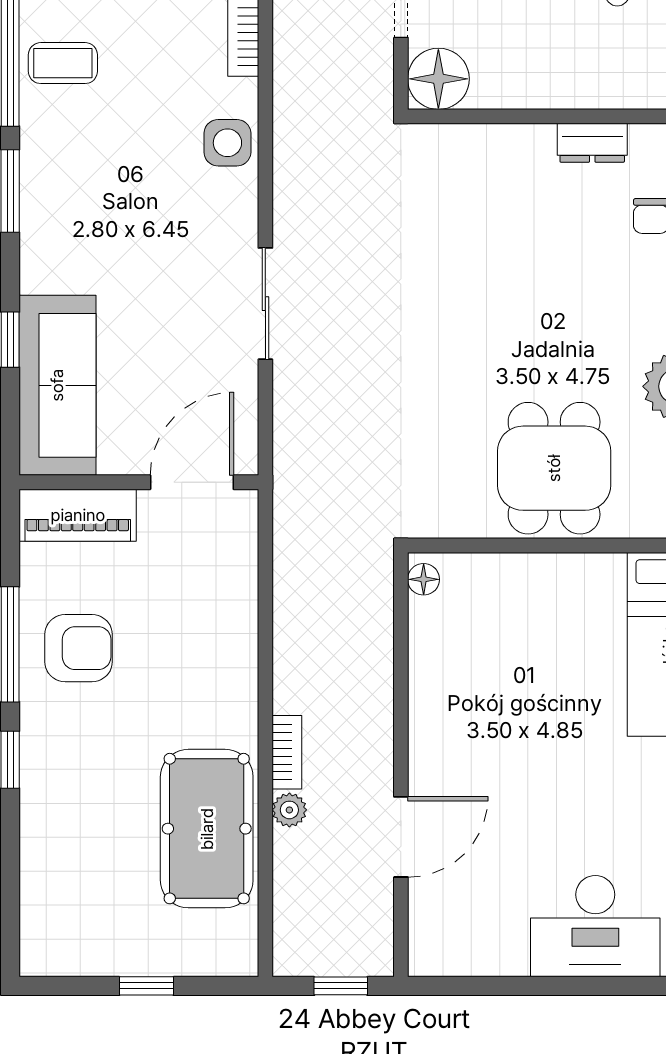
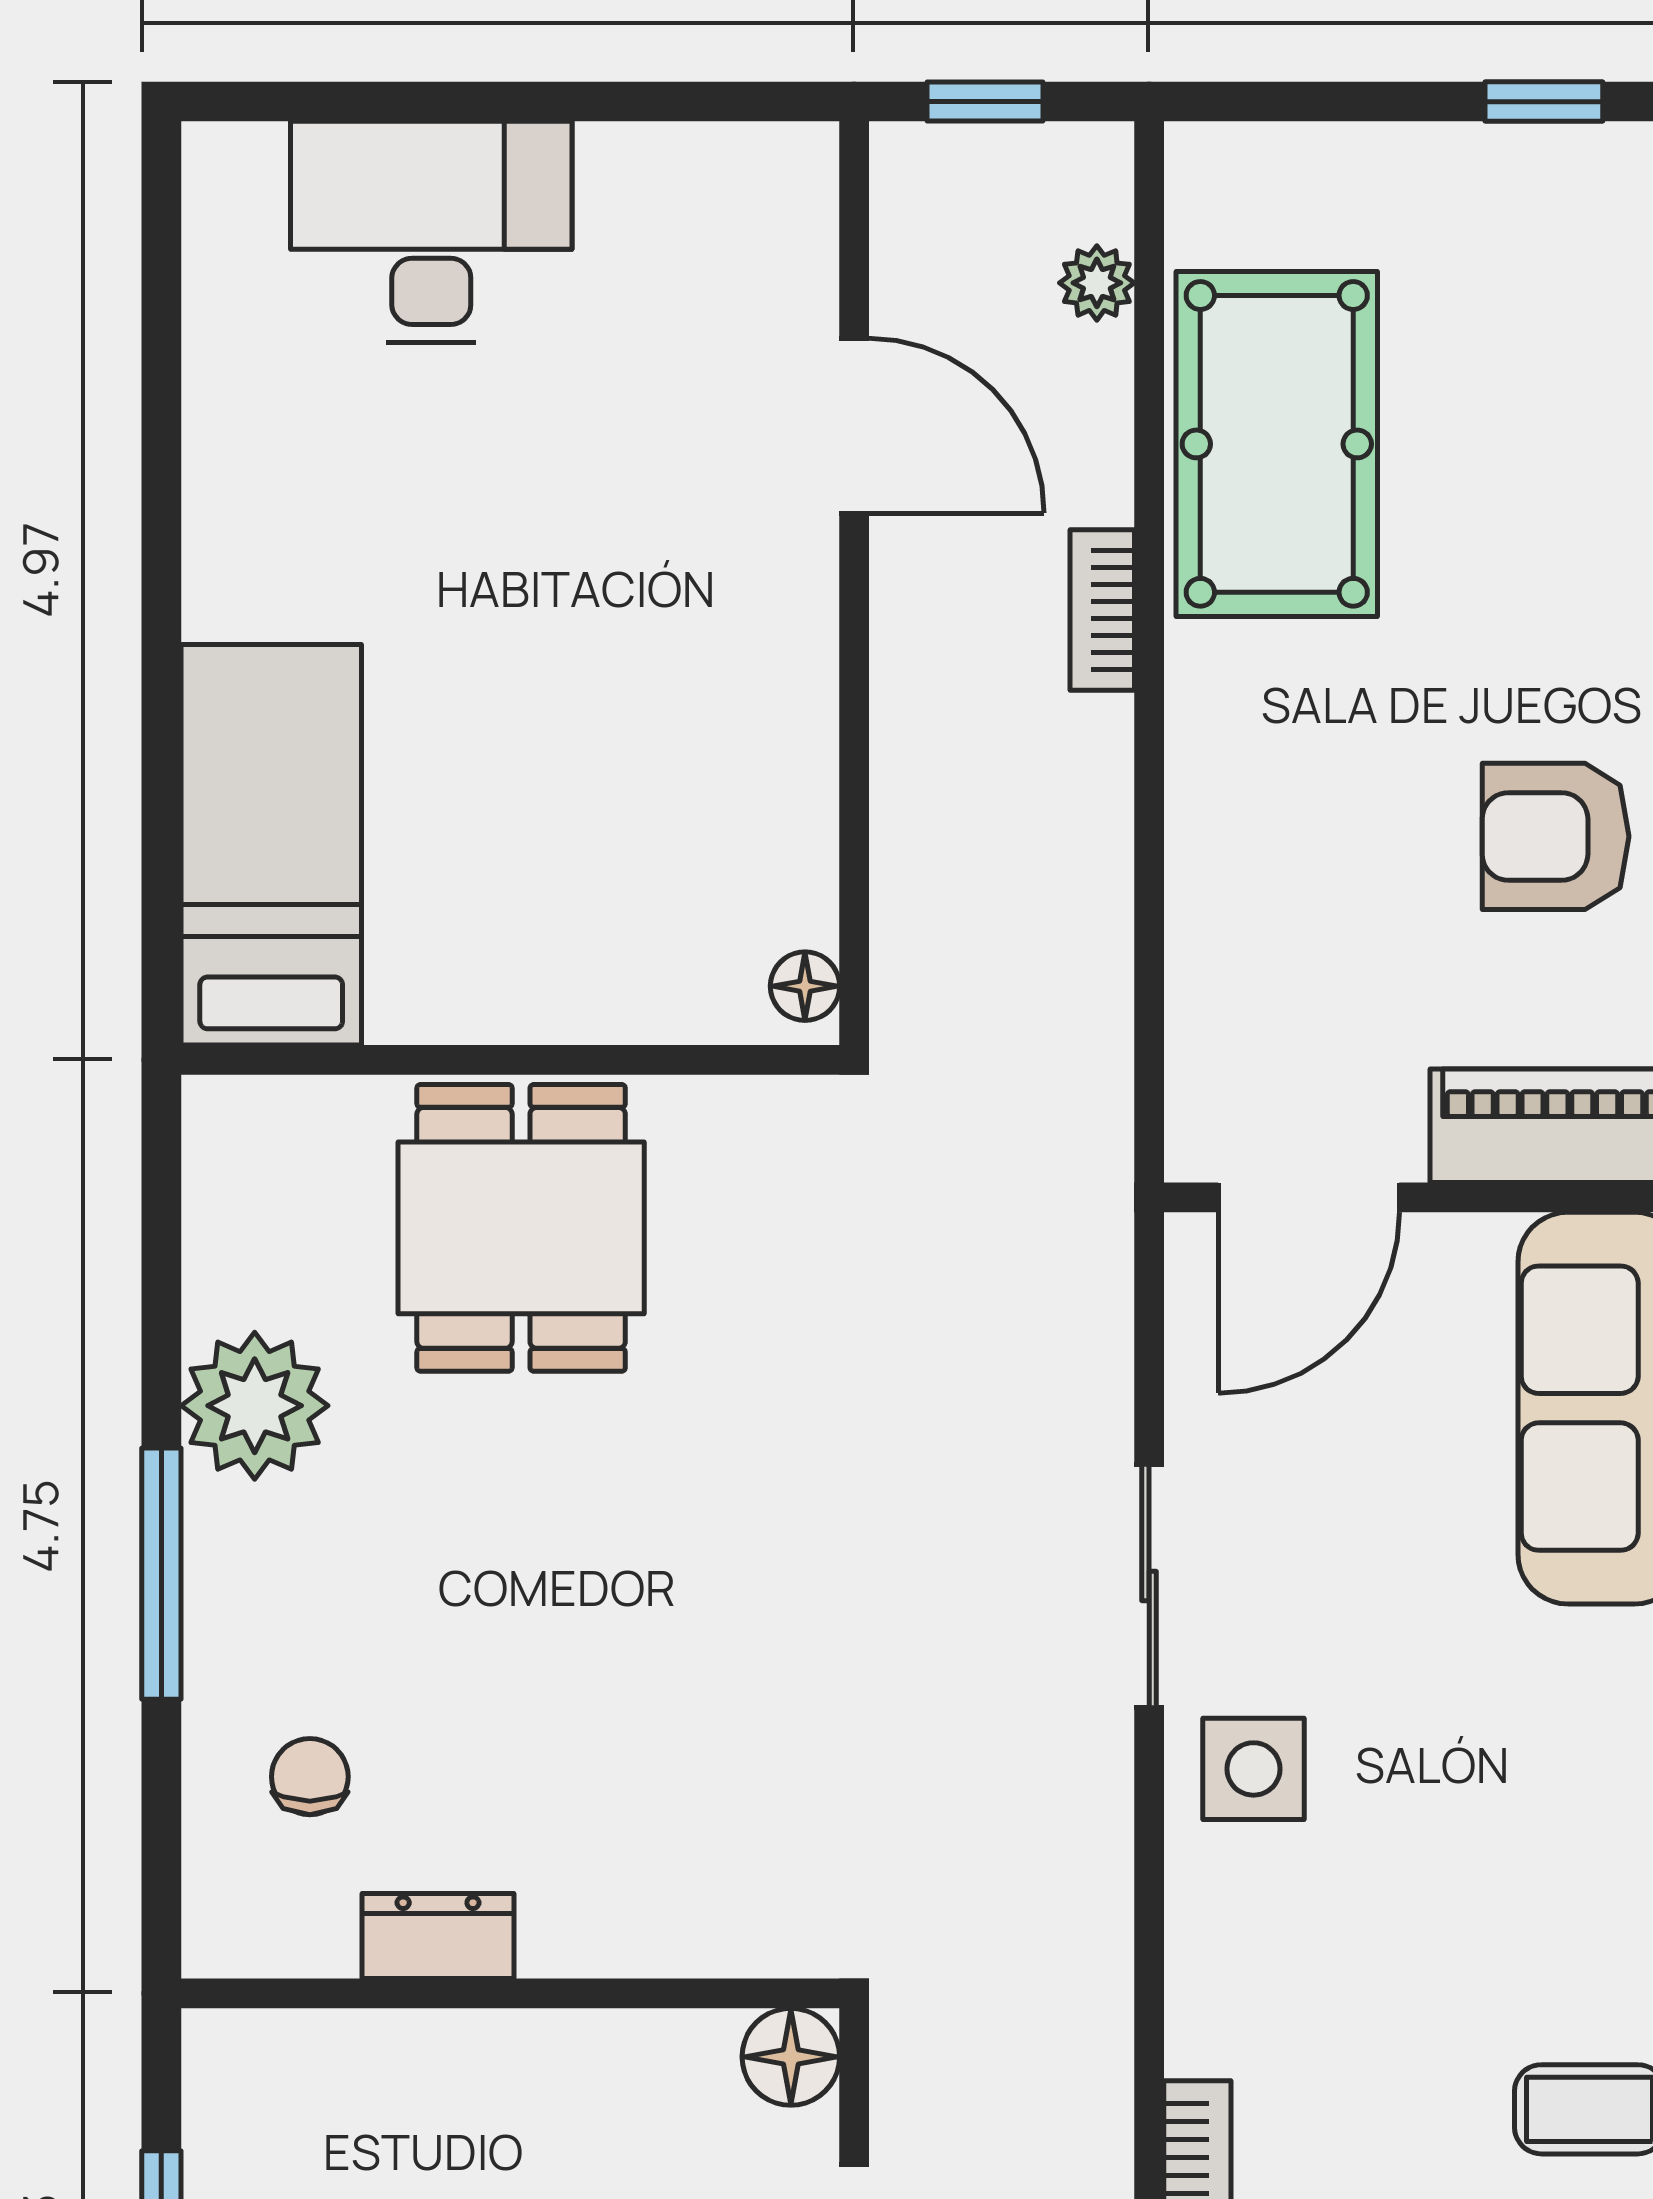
floor lamp: (438, 79) -> (791, 2057), width x0.73, depth x0.73
side table: (227, 143) -> (1253, 1769), moved
plant: (289, 810) -> (1097, 283), moved
door: (401, 837) -> (854, 426), swing flipped
window: (146, 986) -> (1544, 102), moved

